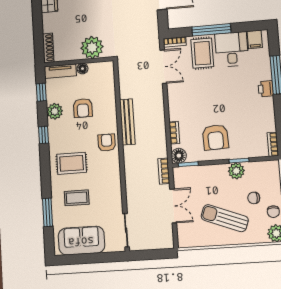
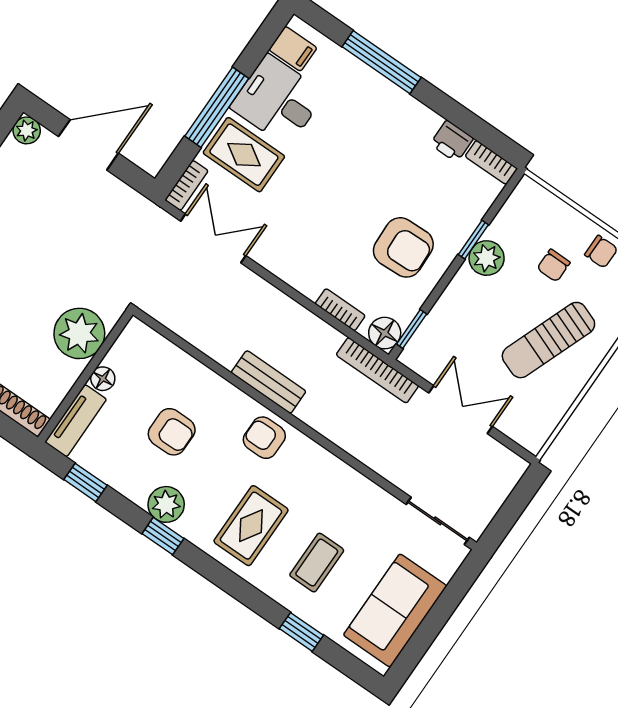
printer: (266, 89) -> (452, 141), moved
plant: (55, 111) -> (166, 504), moved
bench: (127, 122) -> (269, 382), width x0.73
bookcase: (164, 171) -> (377, 370), width x1.56
window: (48, 212) -> (301, 632), width x0.67

